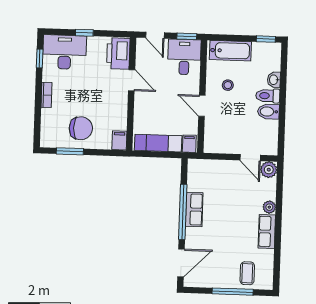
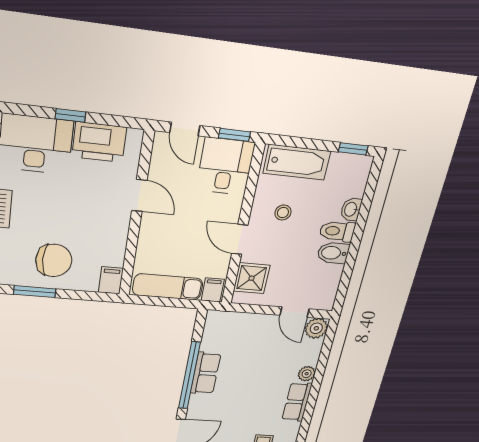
printer: (118, 53) -> (99, 142), moved, turned -90
shower: (215, 133) -> (252, 278), added

